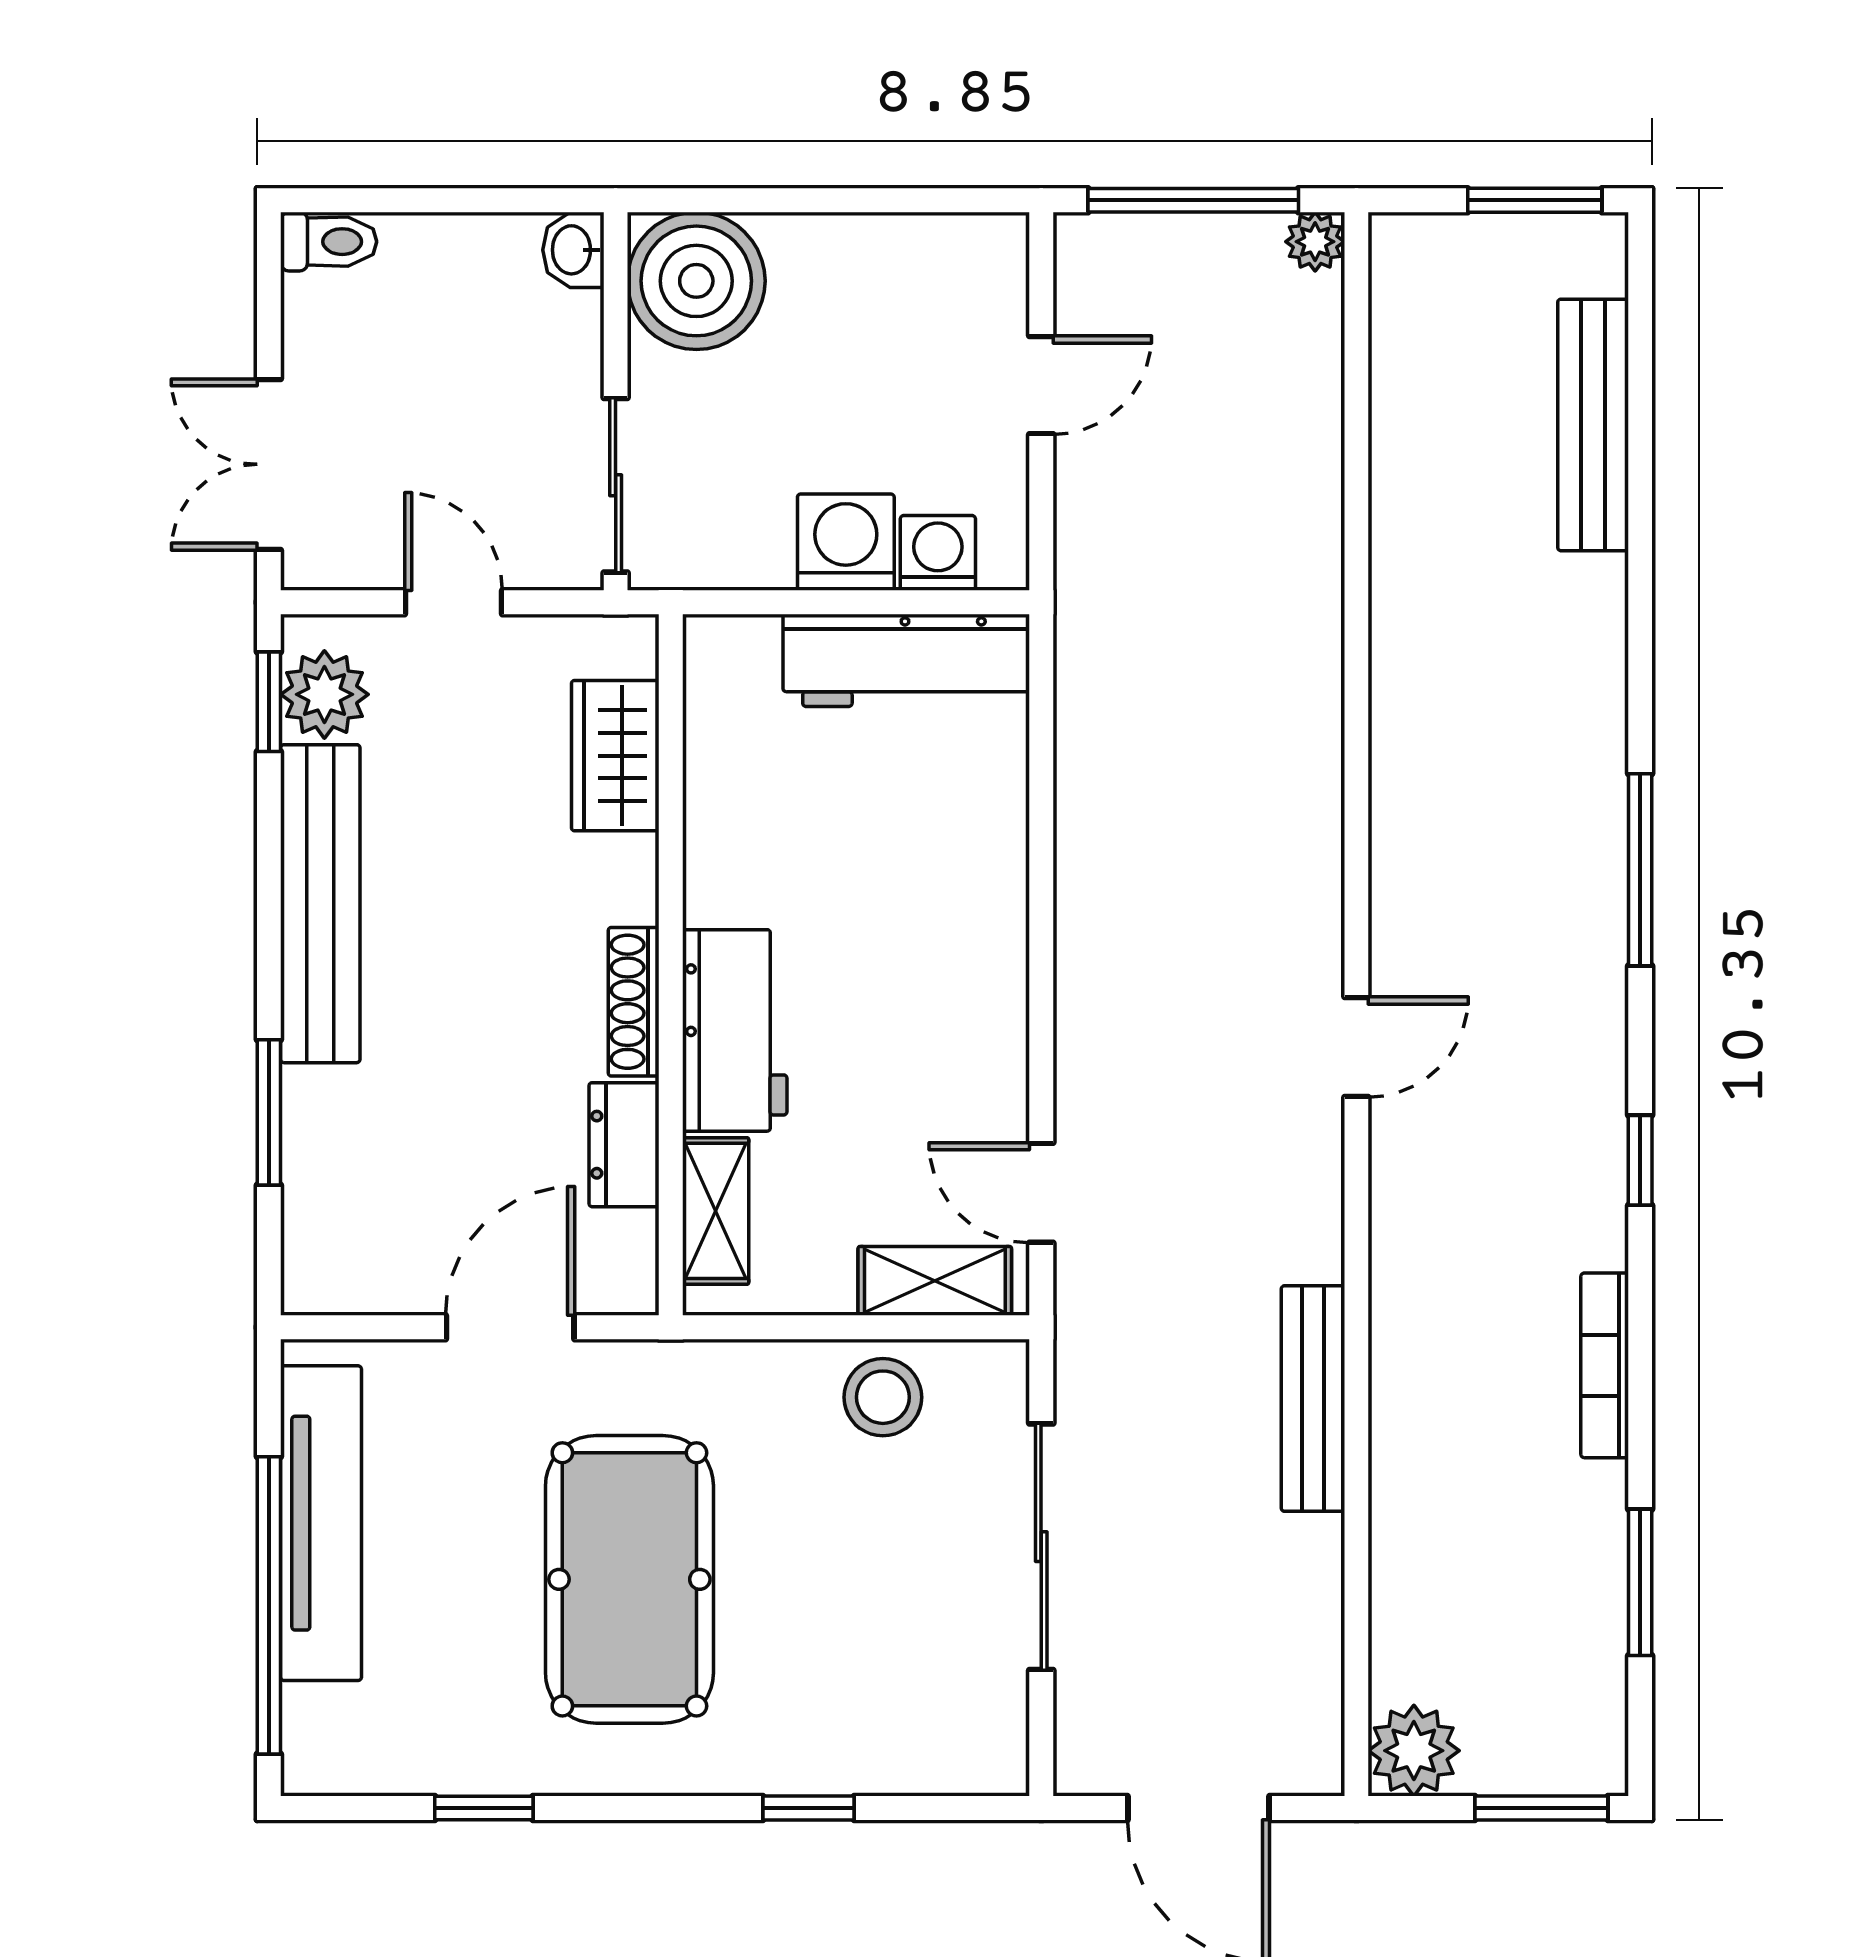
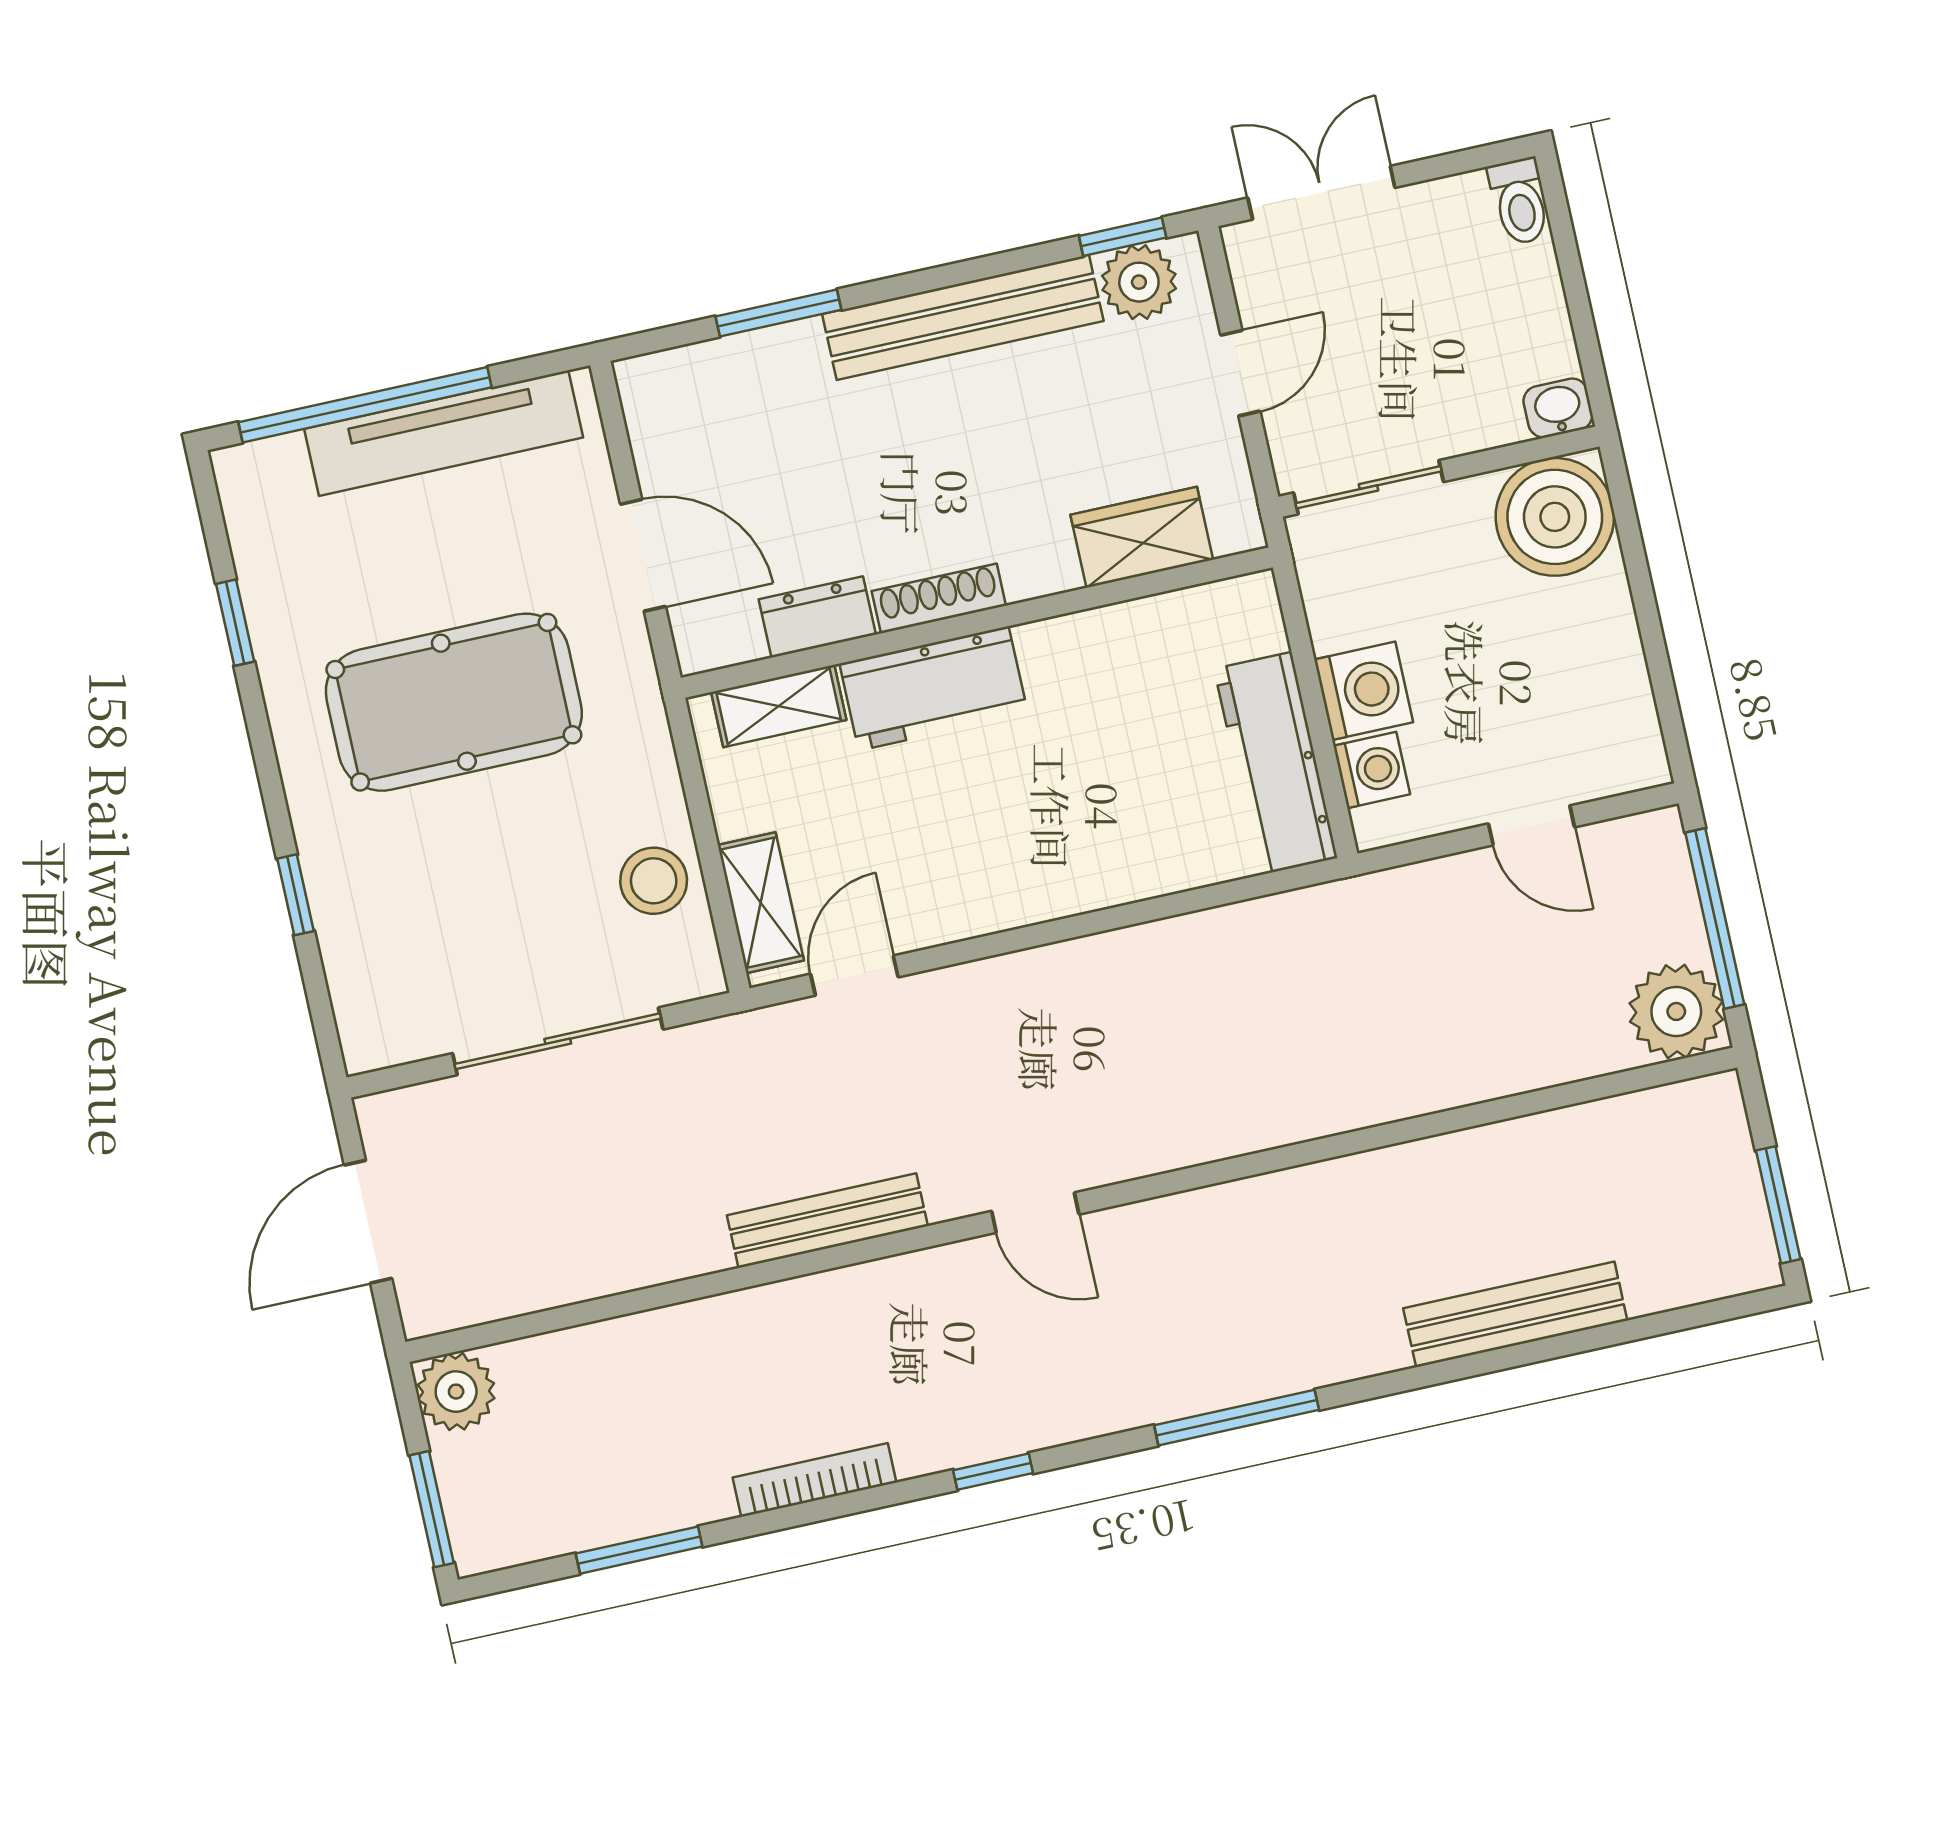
plant: (1315, 242) -> (1676, 1011), width x1.88, depth x1.88
bench: (1593, 425) -> (1515, 1314), moved
bench: (1313, 1399) -> (827, 1221), moved

